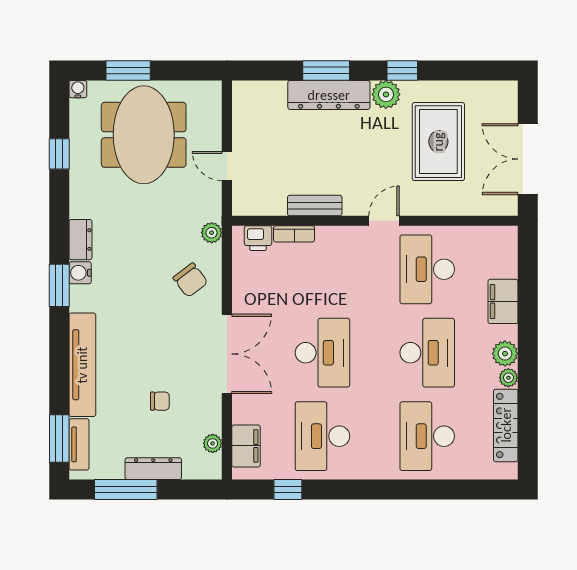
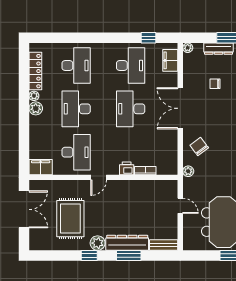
bench: (315, 206) -> (164, 245), moved
printer: (258, 238) -> (127, 168), moved
filing cabinet: (503, 301) -> (41, 167), moved, turned -90
plant: (213, 443) -> (188, 48), moved

